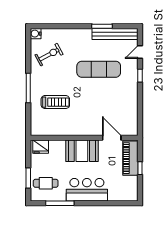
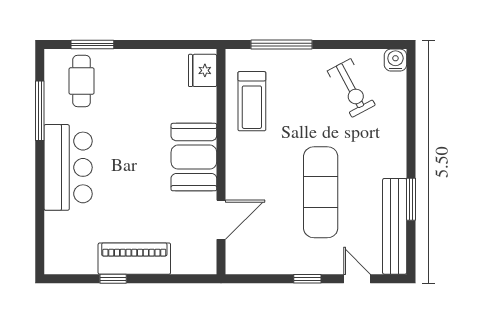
wall: (84, 138) -> (221, 162), moved
door: (112, 138) -> (221, 220), moved
fridge: (41, 147) -> (203, 70), moved
booth: (82, 151) -> (194, 157), moved

